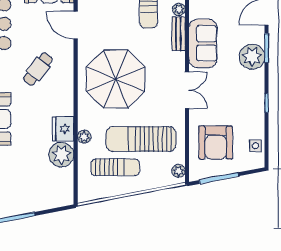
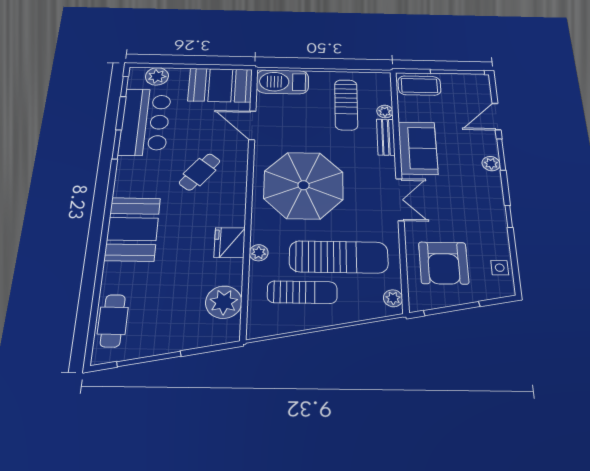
plant: (252, 57) -> (491, 164), width x0.53, depth x0.53
sun lounger: (141, 139) -> (339, 257), turned 180
plant: (61, 155) -> (224, 302), moved

